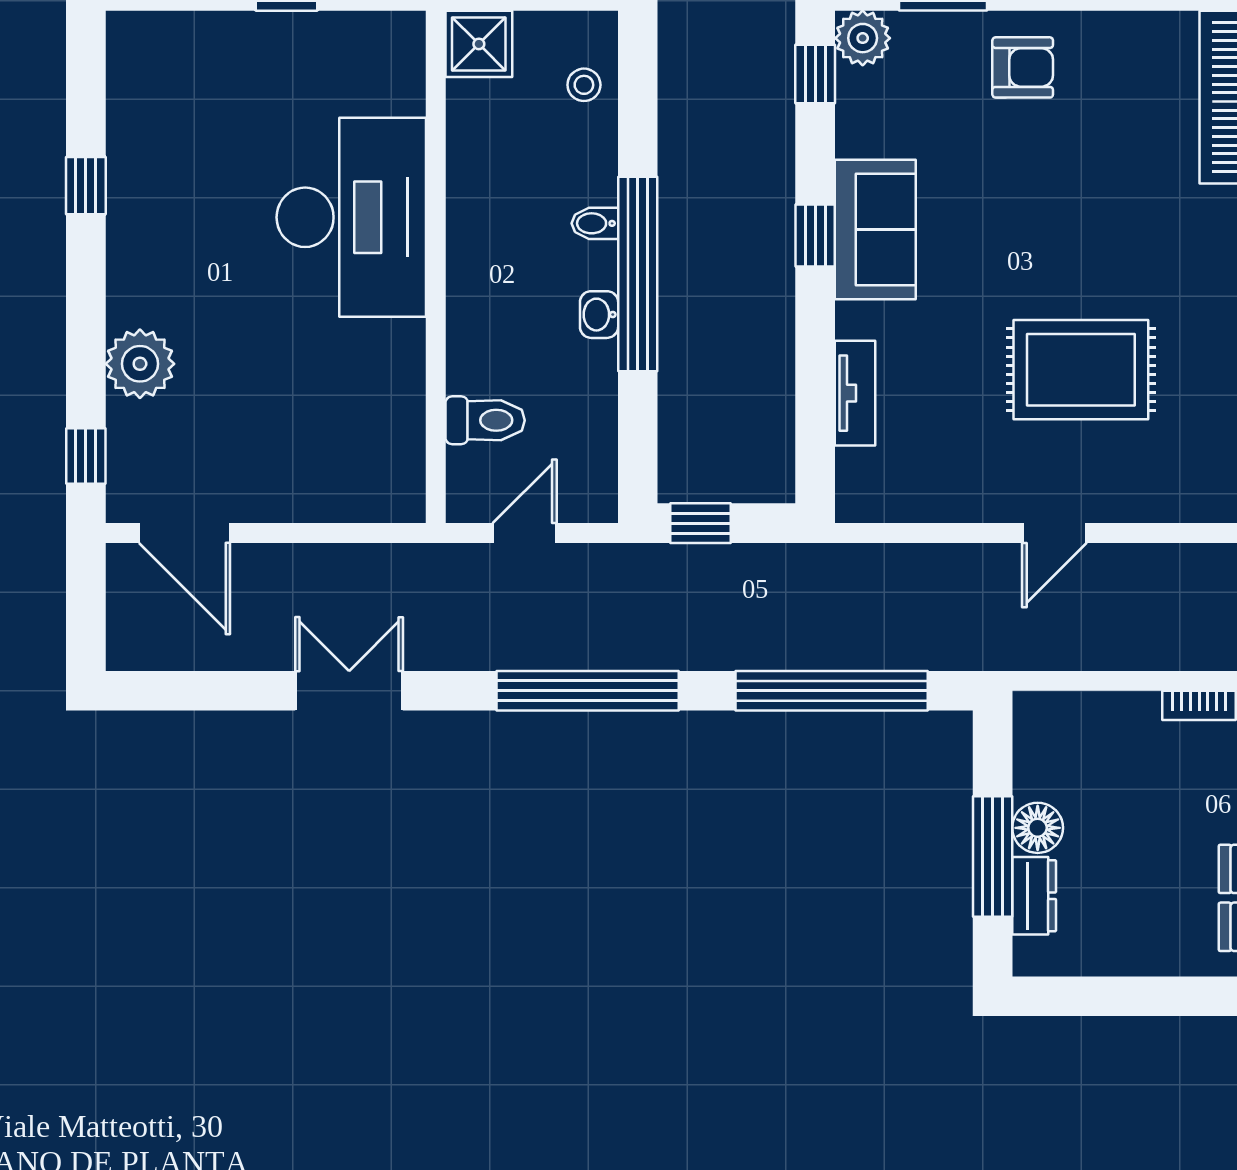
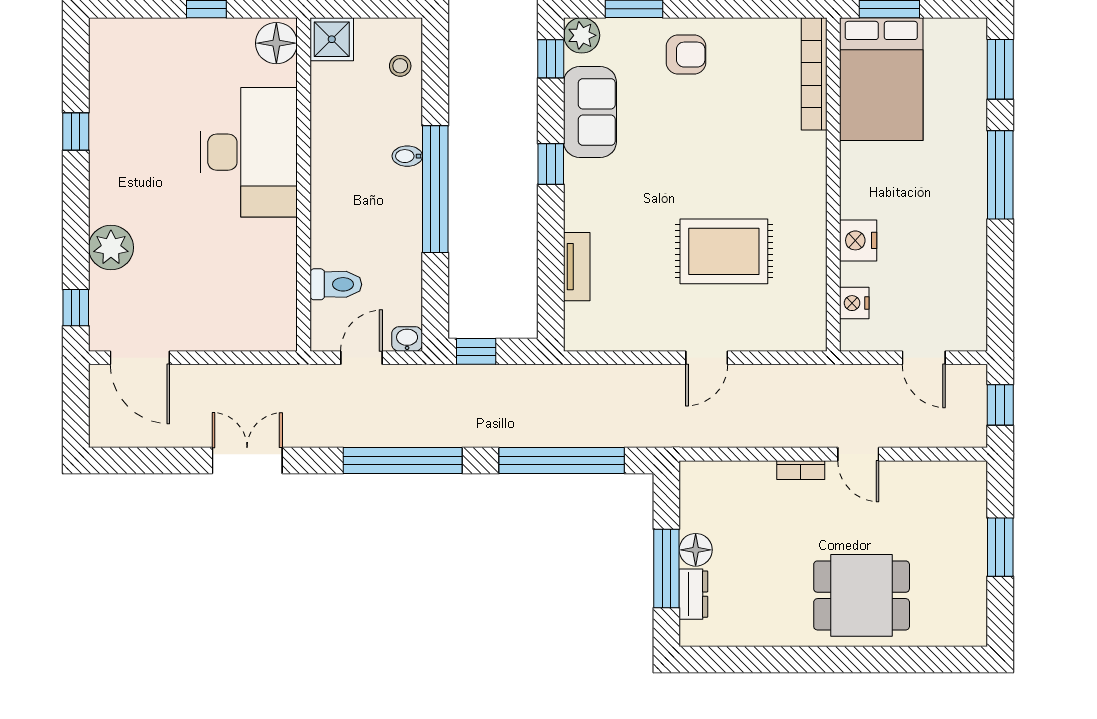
floor lamp: (394, 50) -> (276, 43), added
sofa: (875, 229) -> (590, 112), moved
washbasin: (599, 315) -> (407, 339), moved, turned 90

